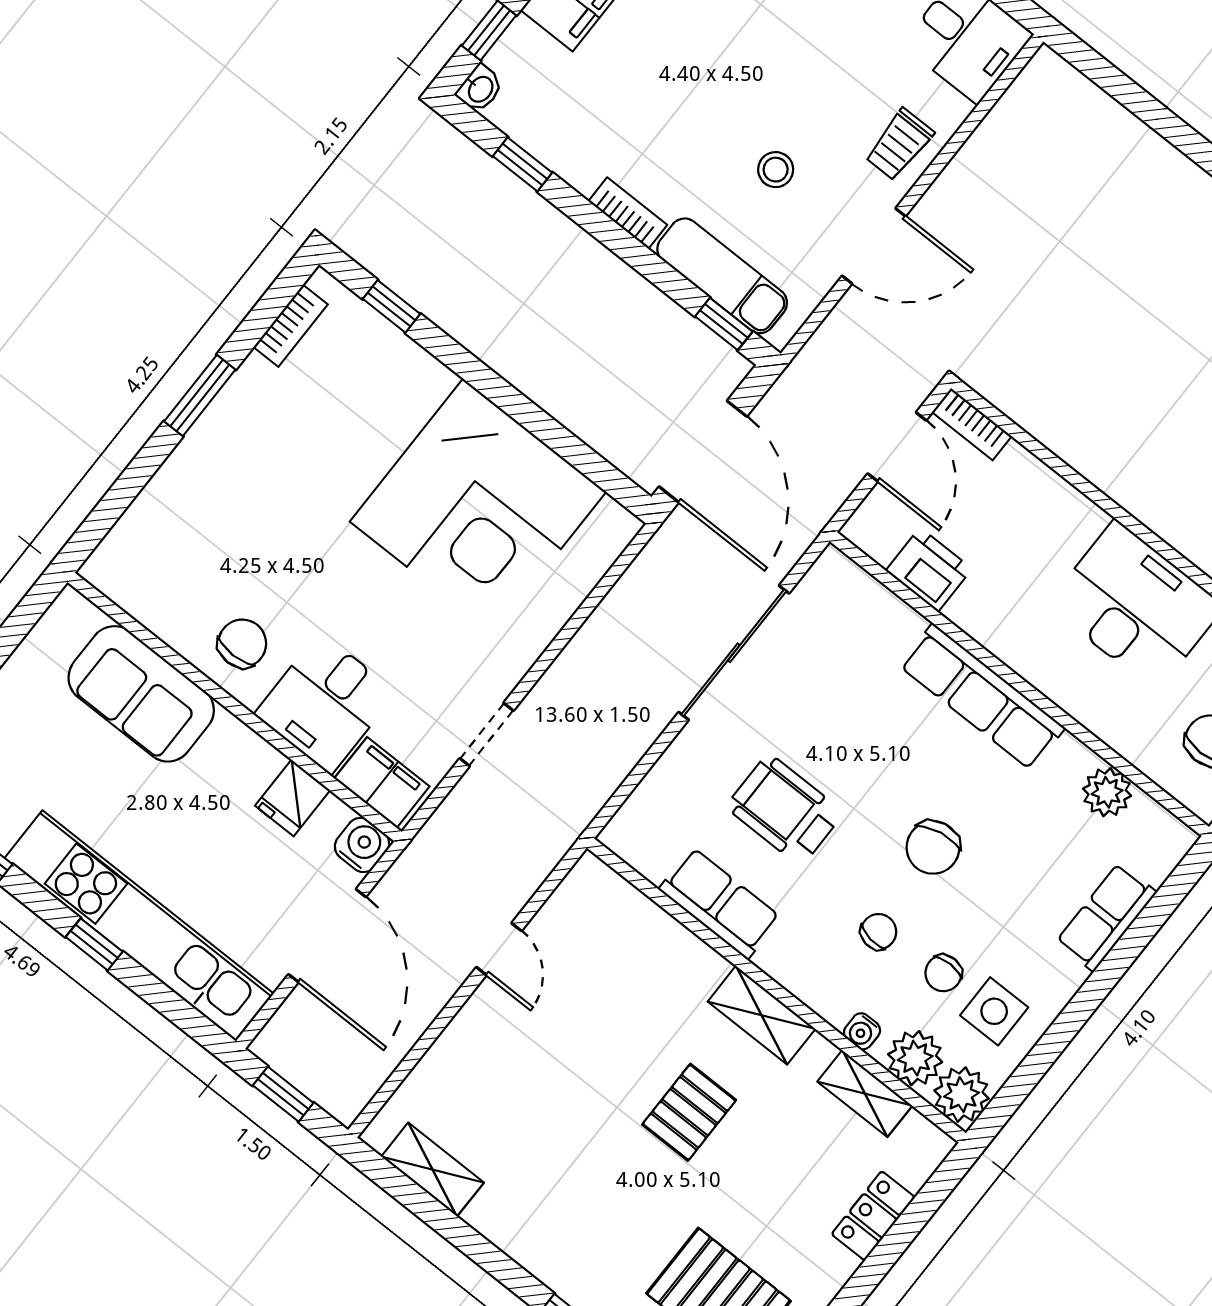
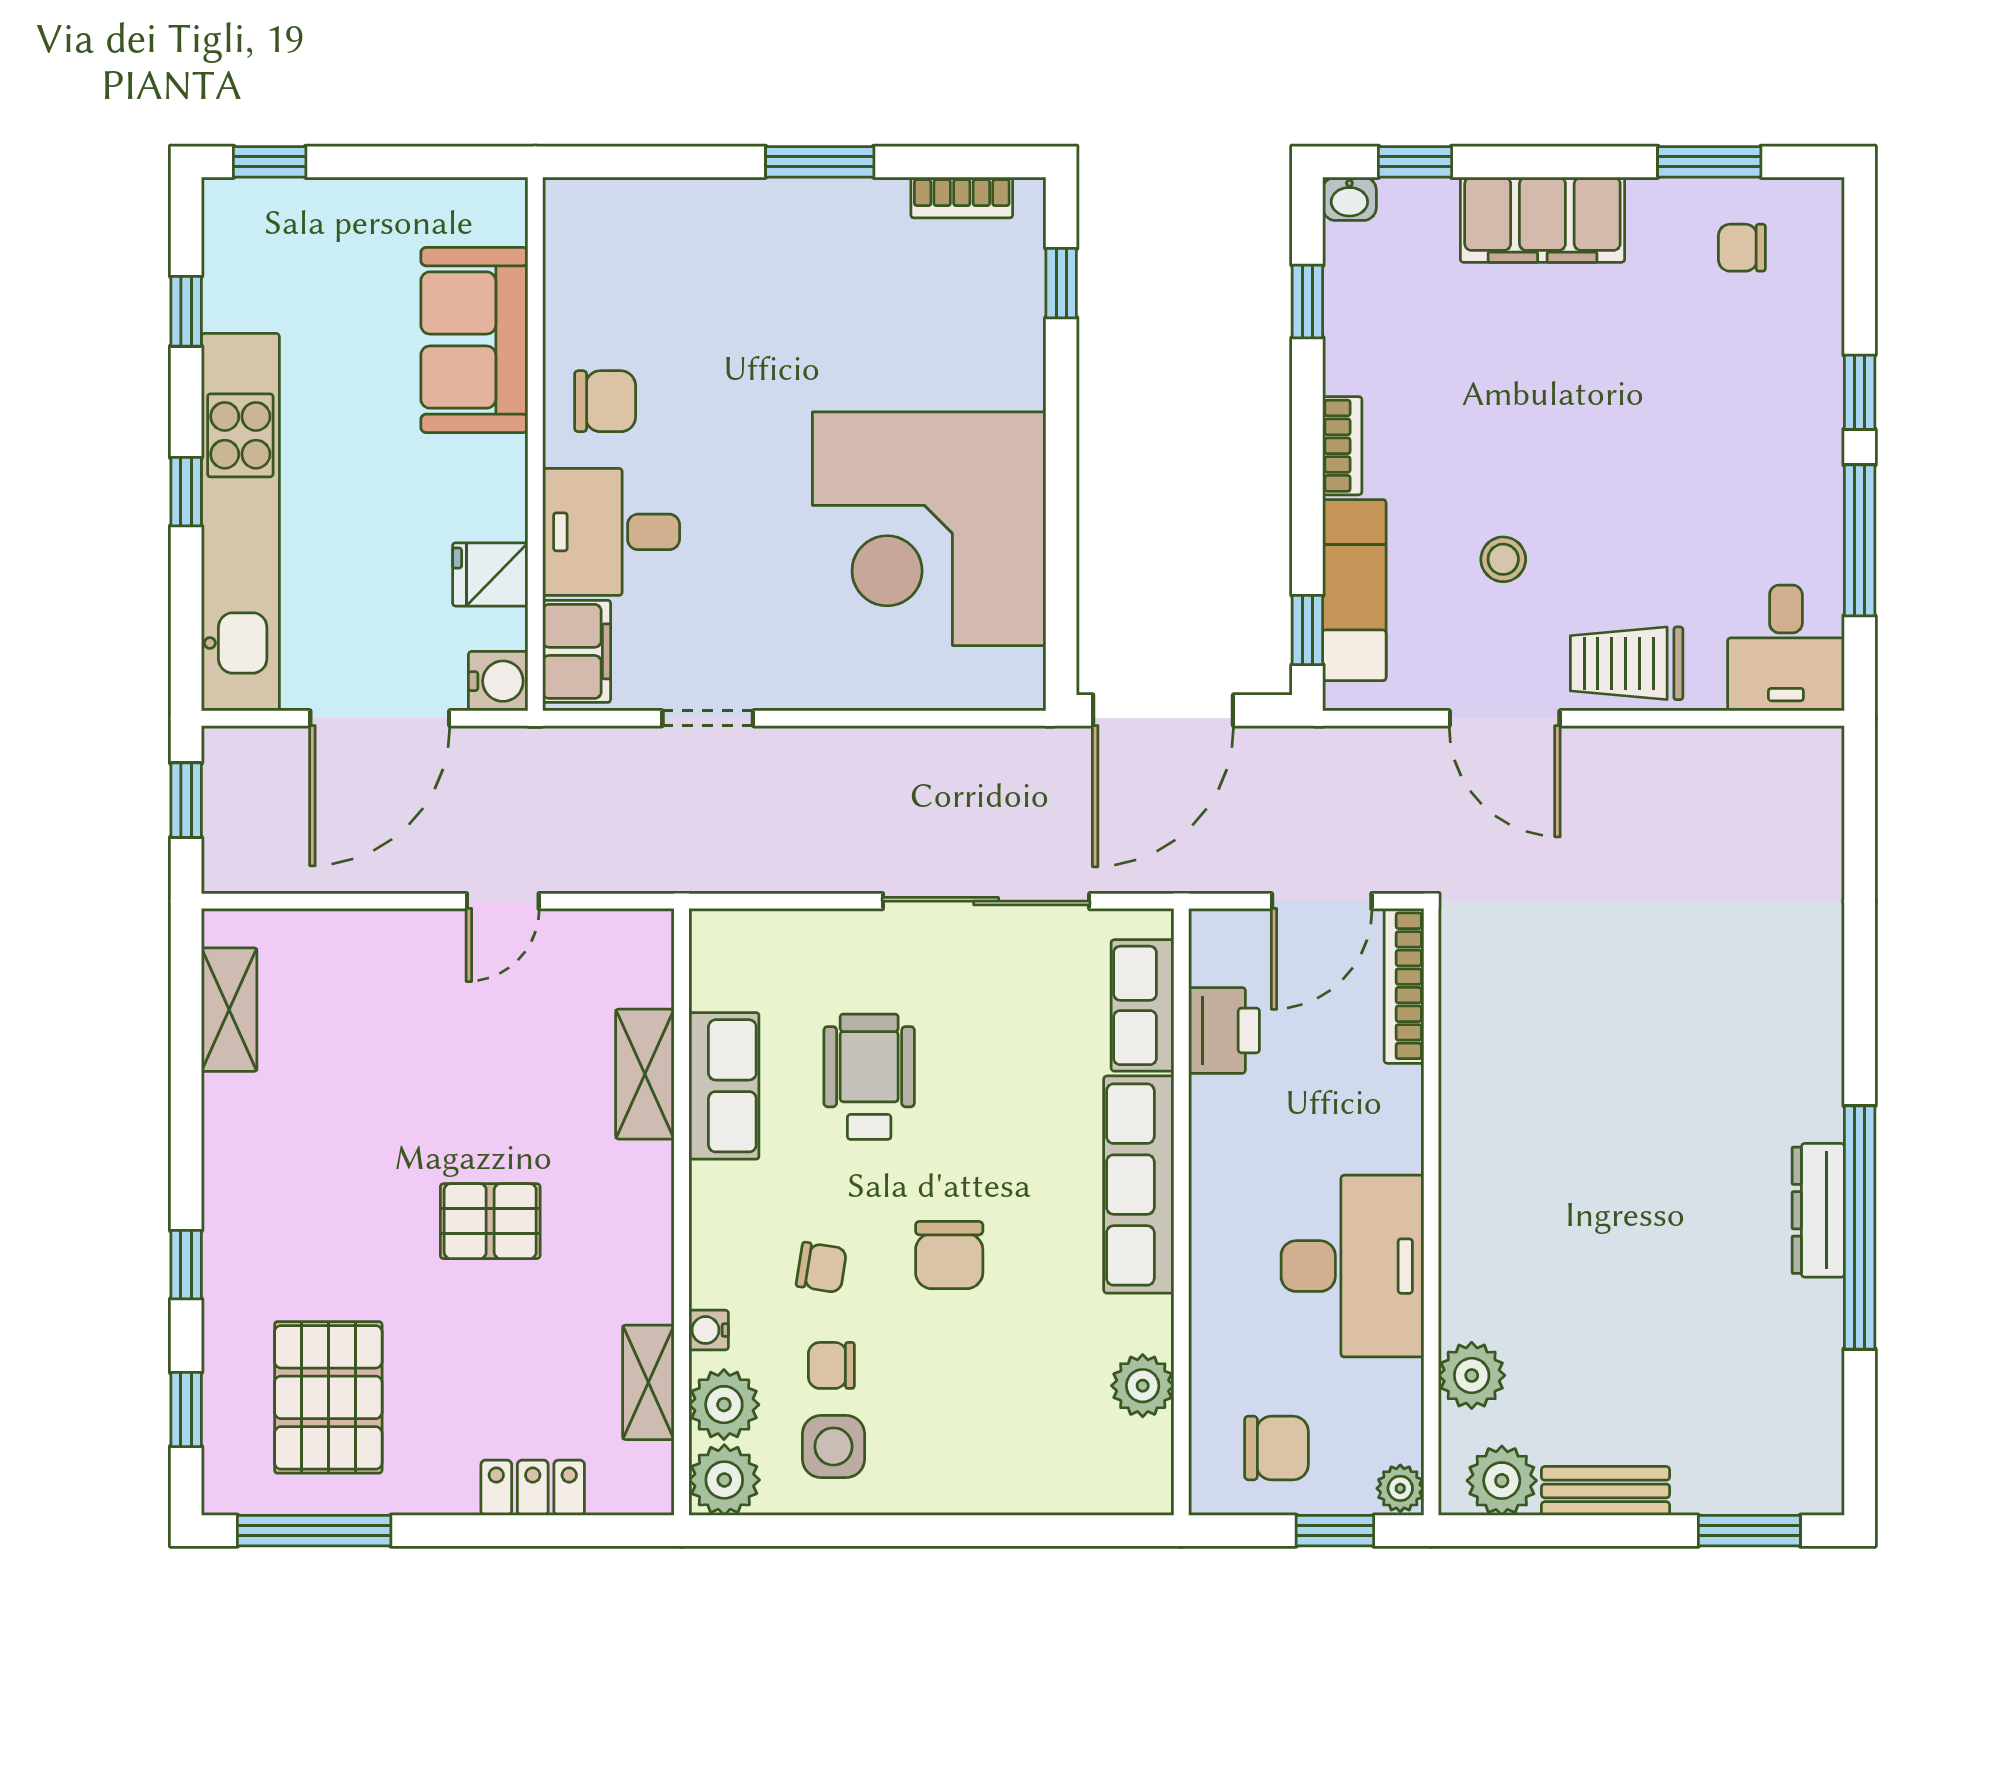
trolley: (899, 144) -> (1627, 663), width x1.36, depth x1.39
bookcase: (972, 424) -> (1404, 986), width x1.56
chair: (933, 847) -> (949, 1255), turned -80
row of seats: (1106, 917) -> (1143, 1005), moved, turned -90
shelving: (762, 1015) -> (645, 1074), moved

